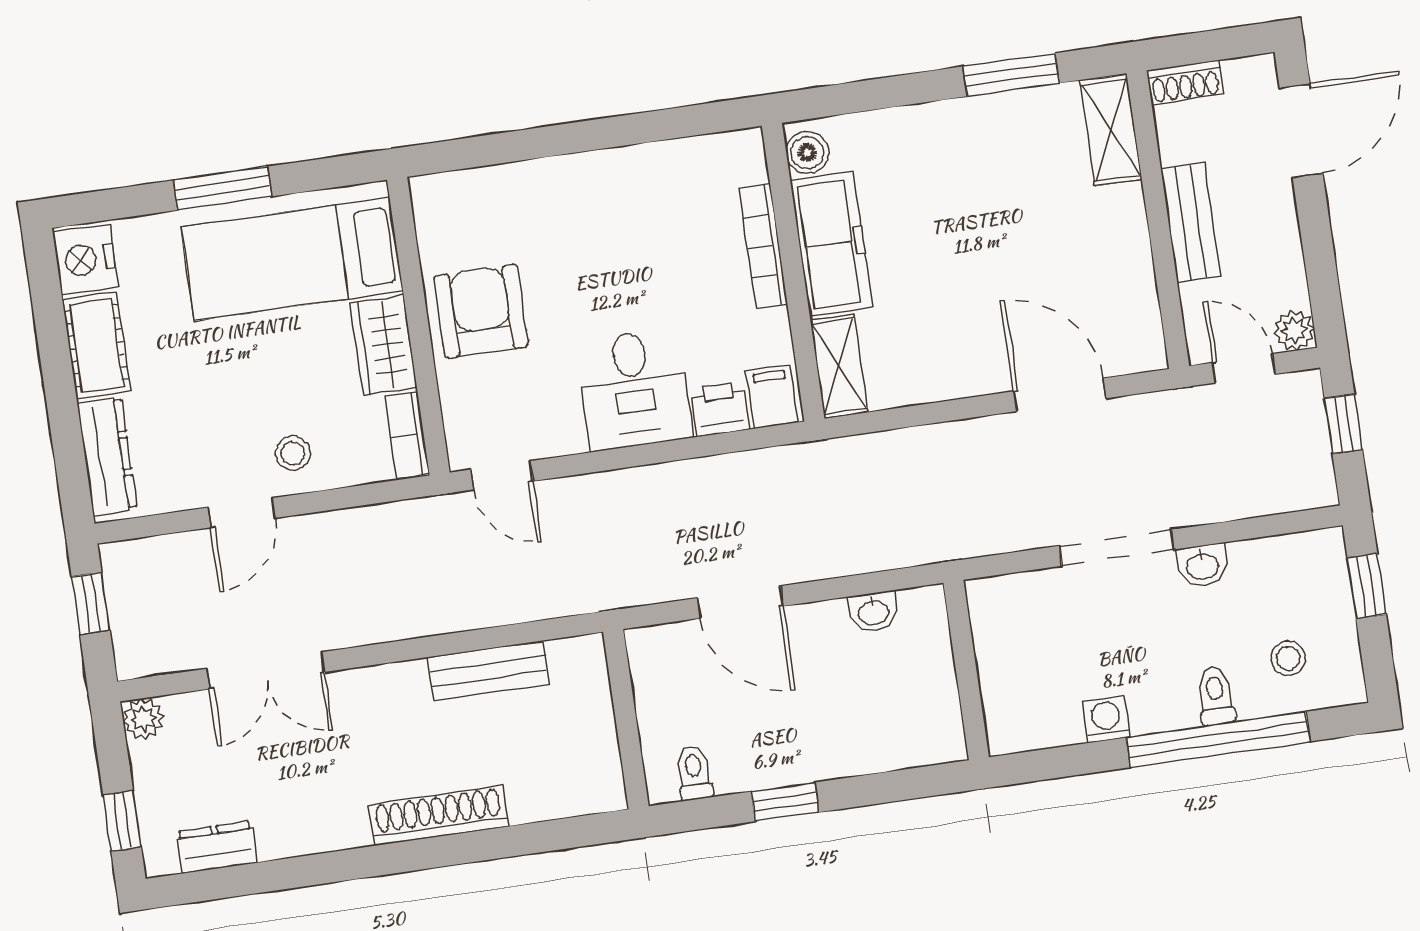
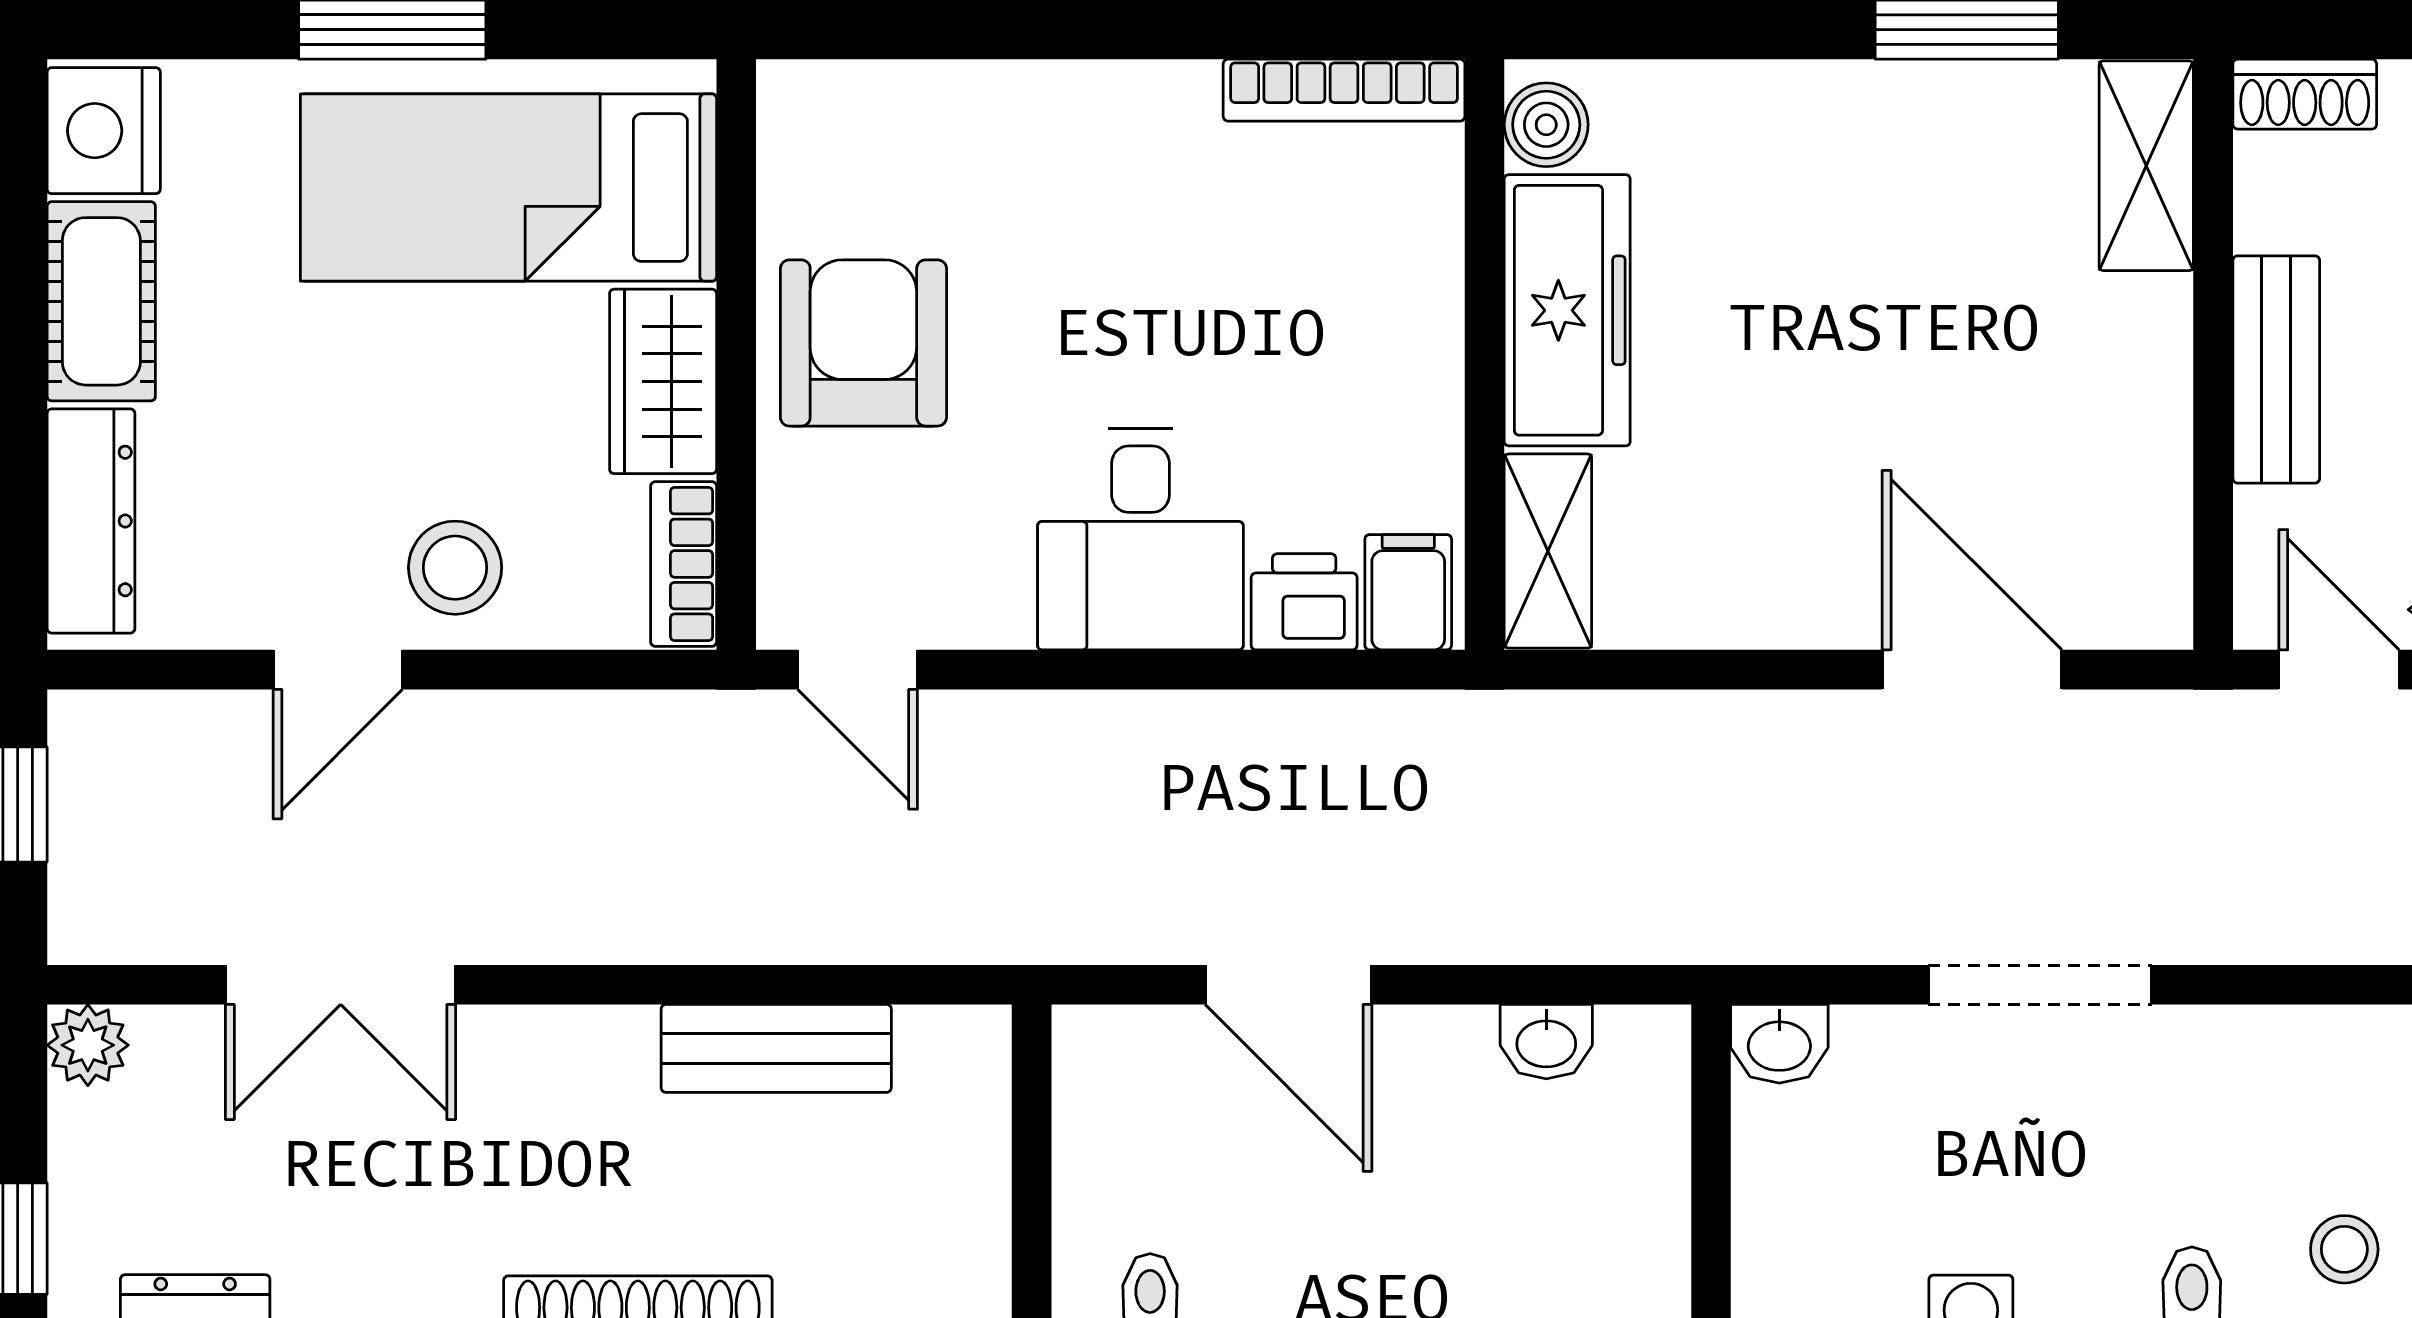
bookcase: (763, 246) -> (1344, 90), moved, turned -90
stool: (293, 453) -> (455, 568), width x1.37, depth x1.37
washbasin: (1202, 566) -> (1779, 1044), moved

